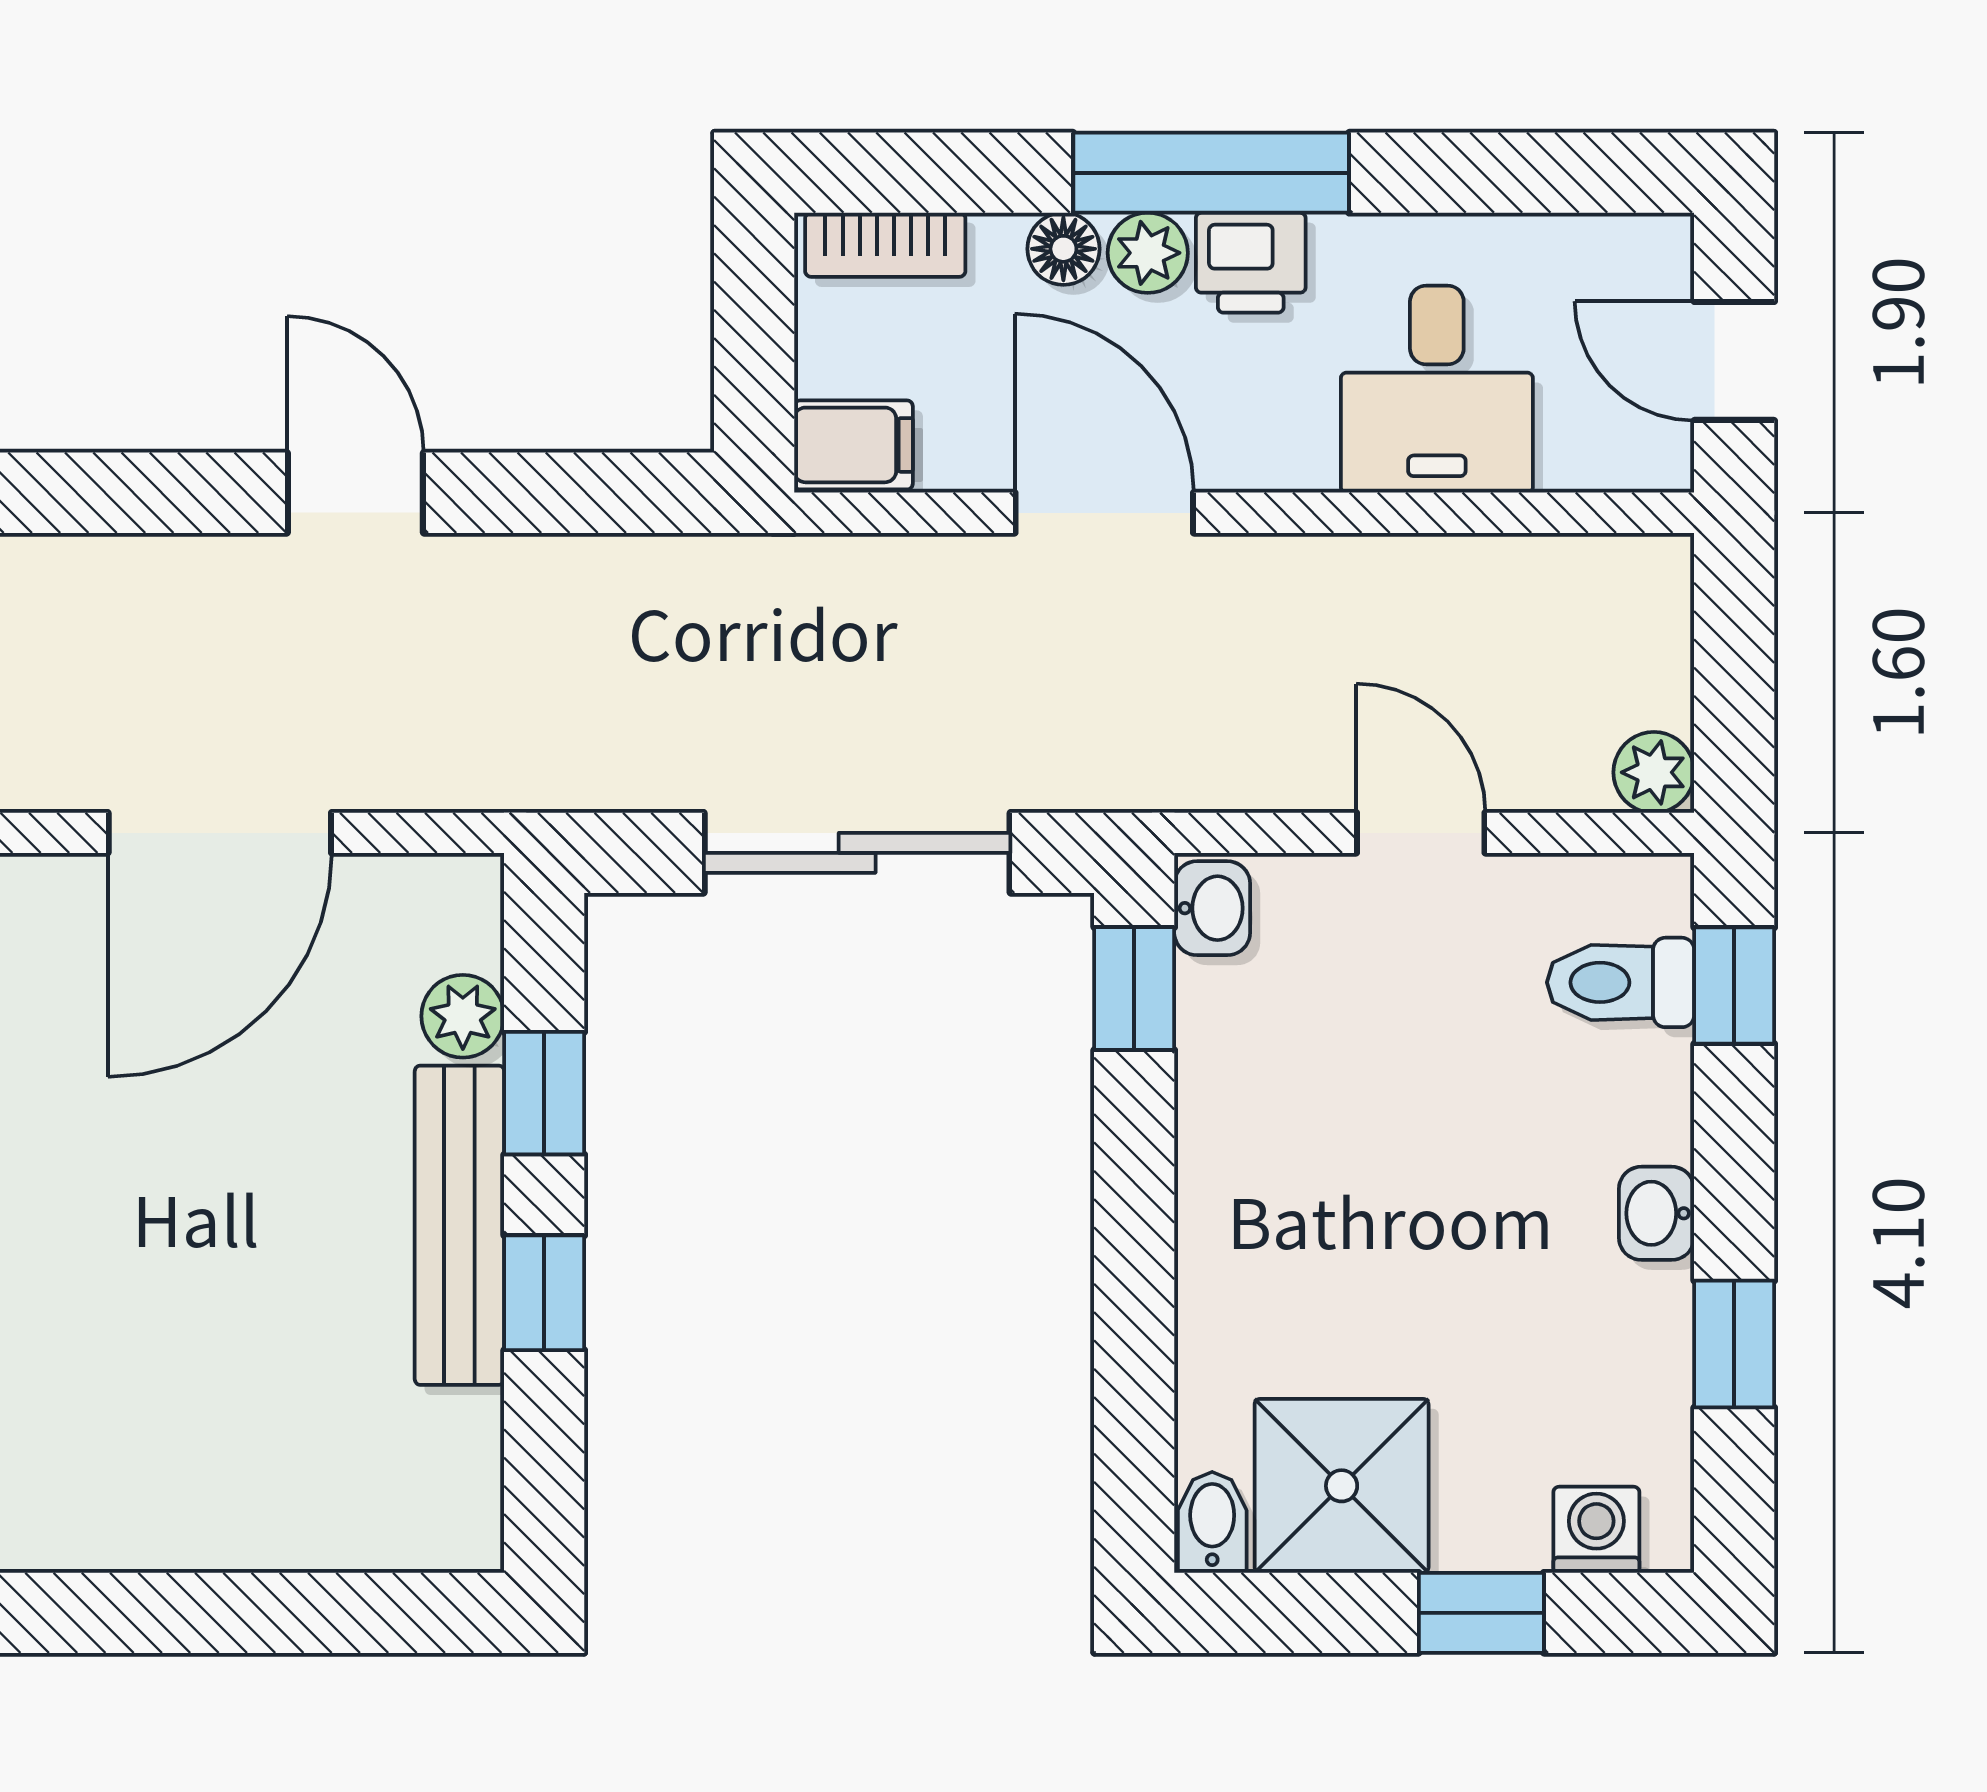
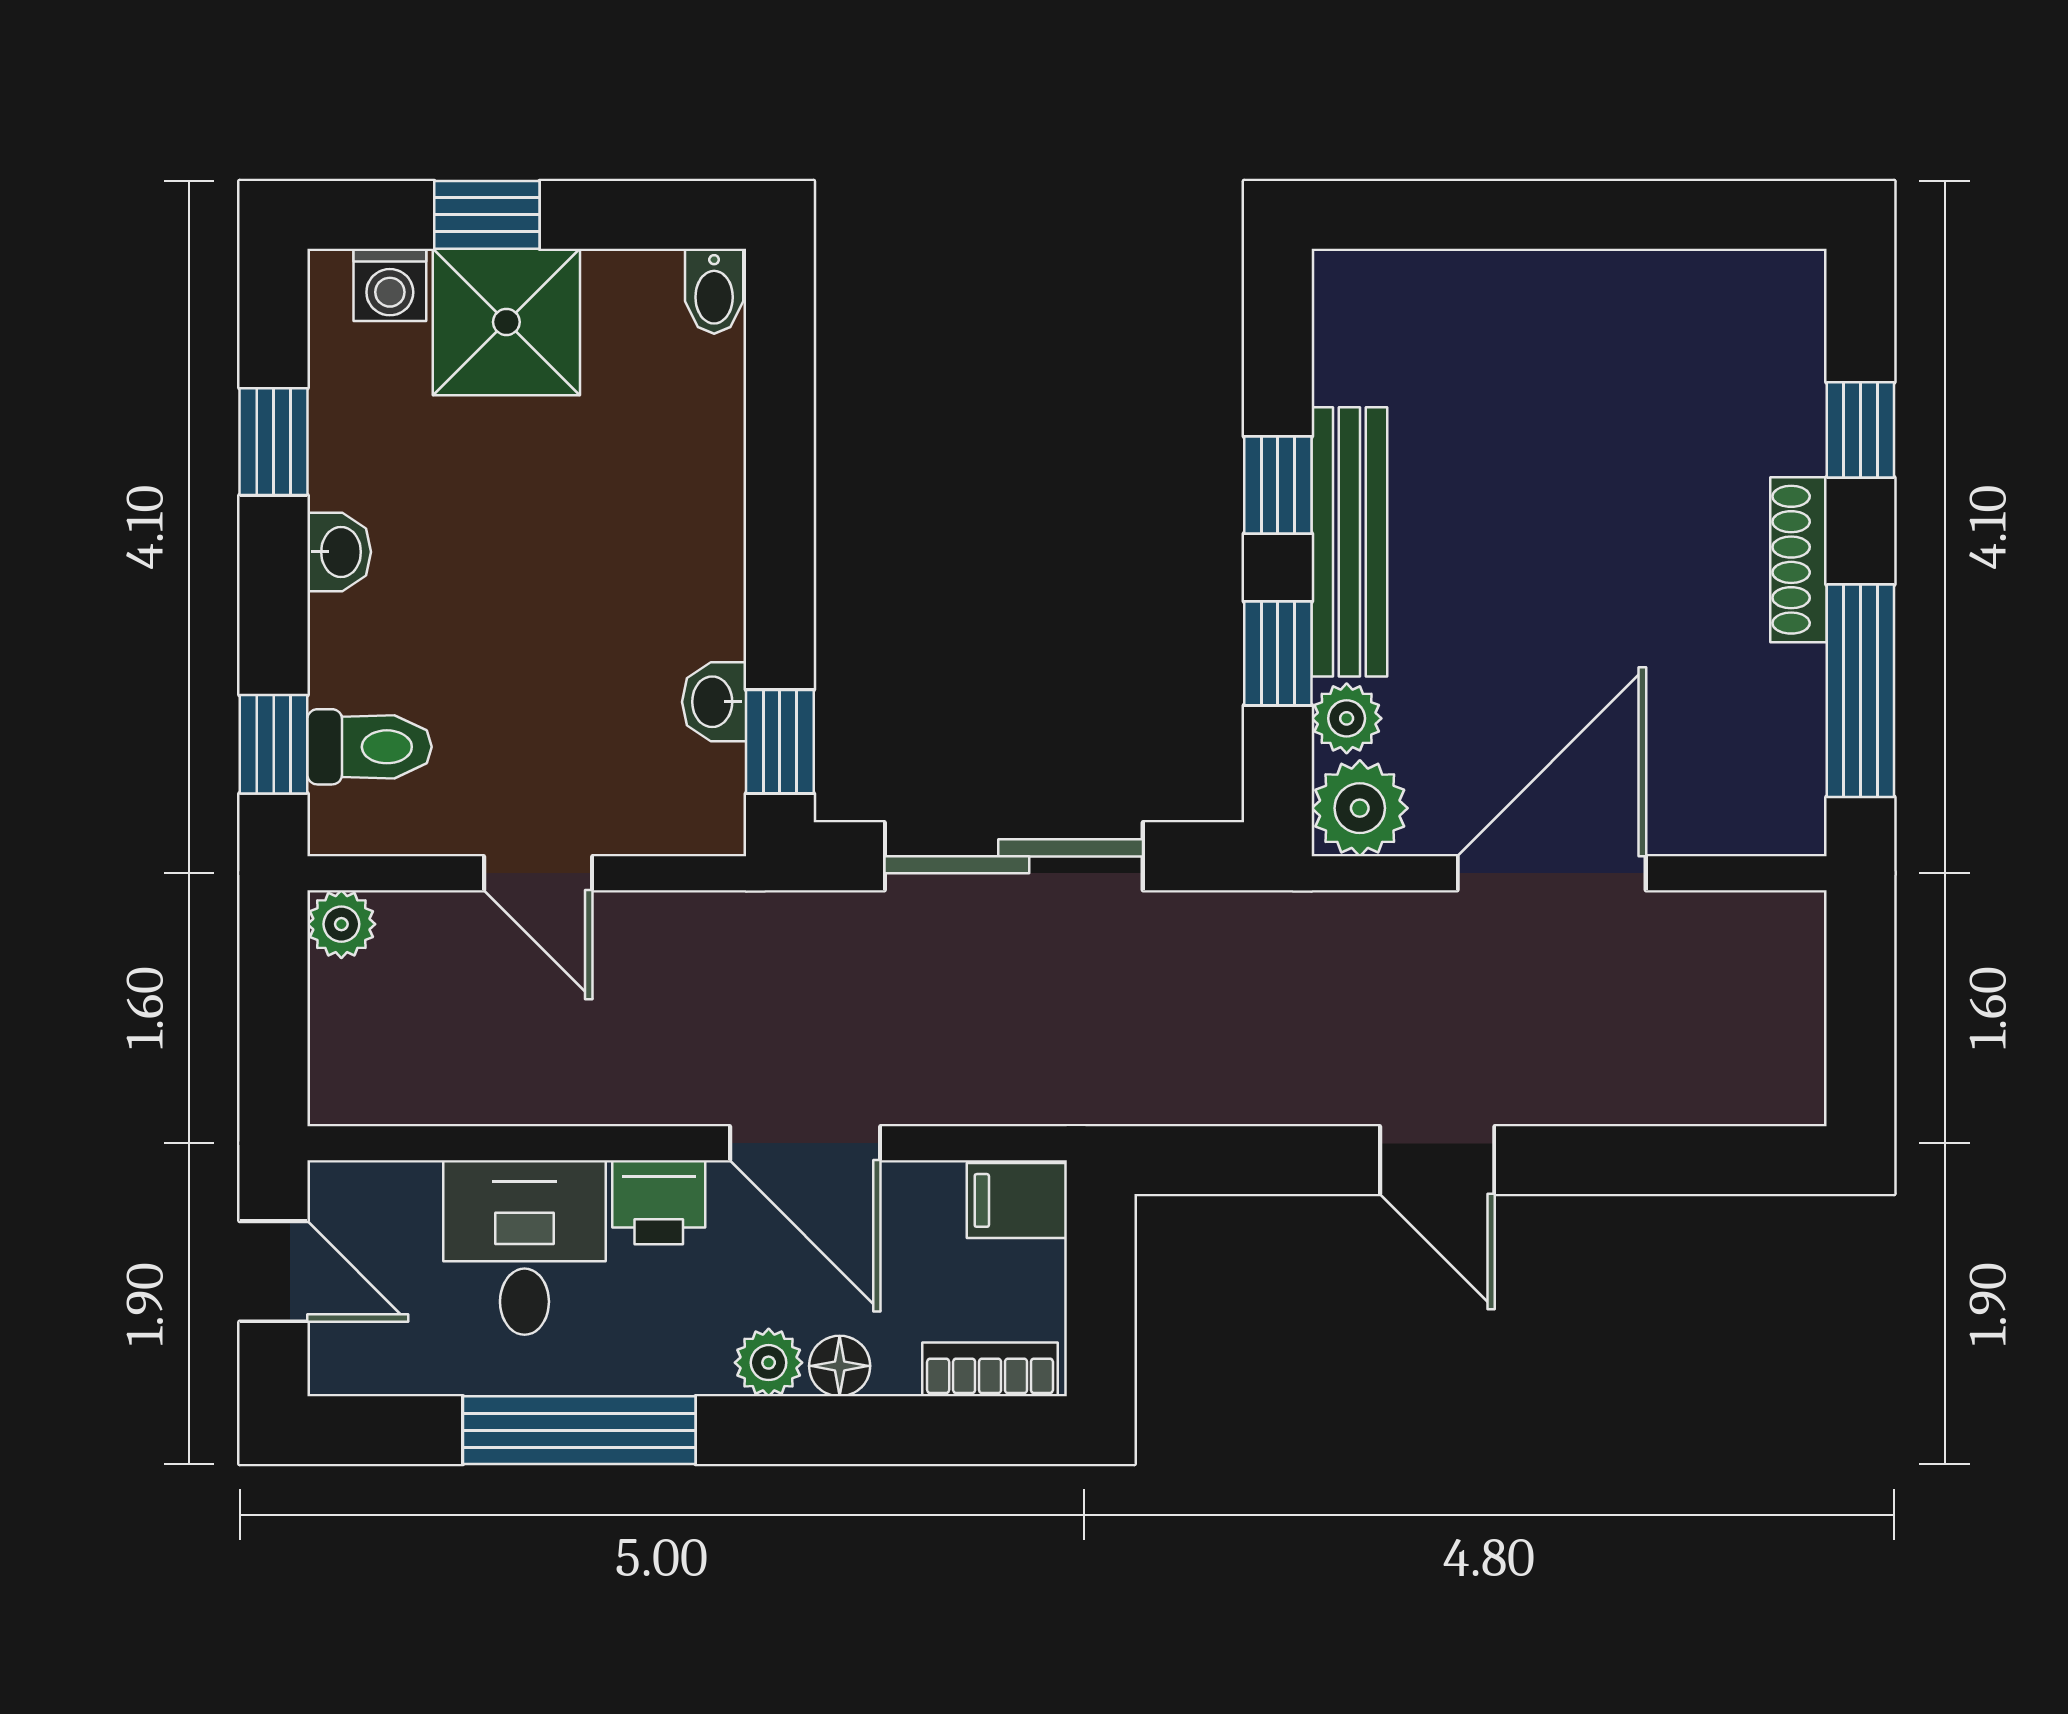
window: (1211, 173) -> (579, 1430), moved
printer: (1251, 263) -> (659, 1202), moved, turned 180
washbasin: (1212, 908) -> (714, 702), moved
plant: (447, 910) -> (1360, 808), added
shower: (1342, 1486) -> (506, 322), moved

